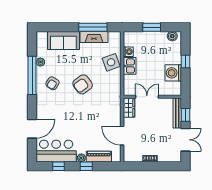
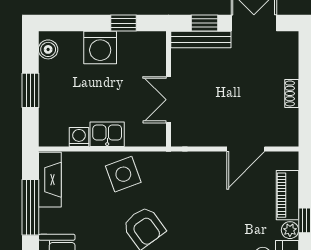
fireplace: (94, 37) -> (50, 180), moved
window: (186, 61) -> (124, 23), moved
side table: (111, 62) -> (123, 174), moved
washing machine: (173, 73) -> (100, 47), moved
wardrobe: (129, 108) -> (190, 135), removed

